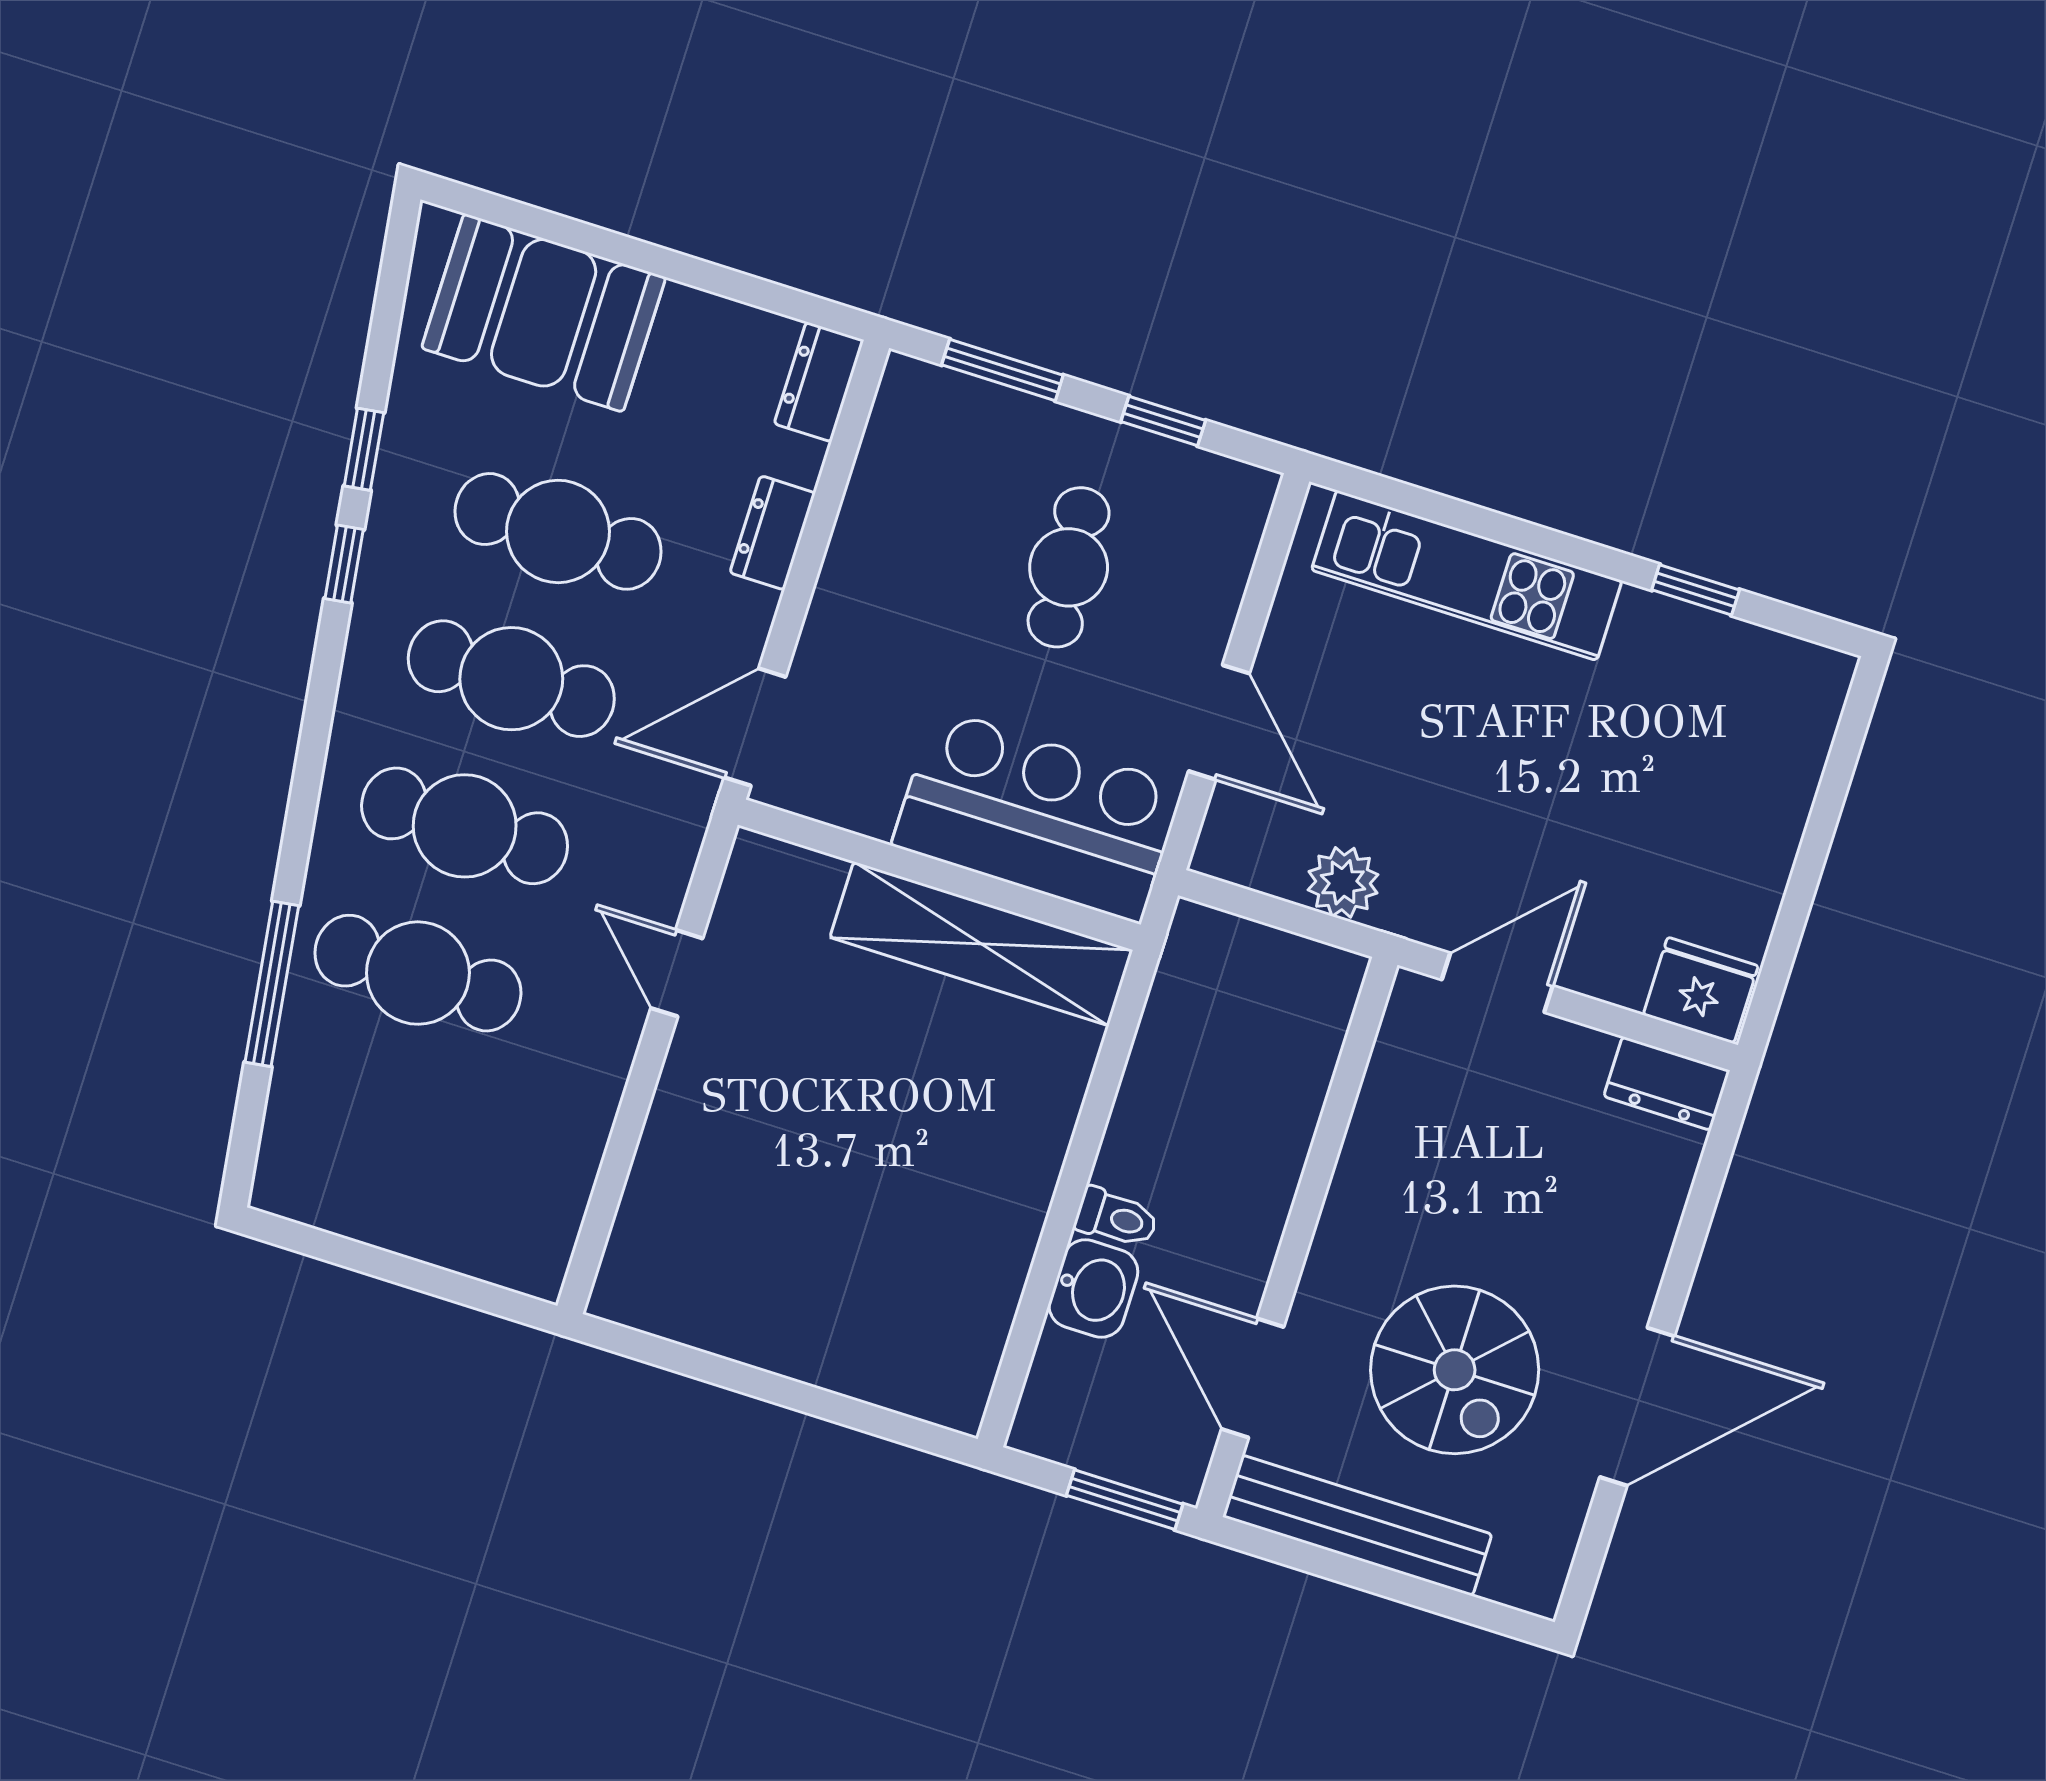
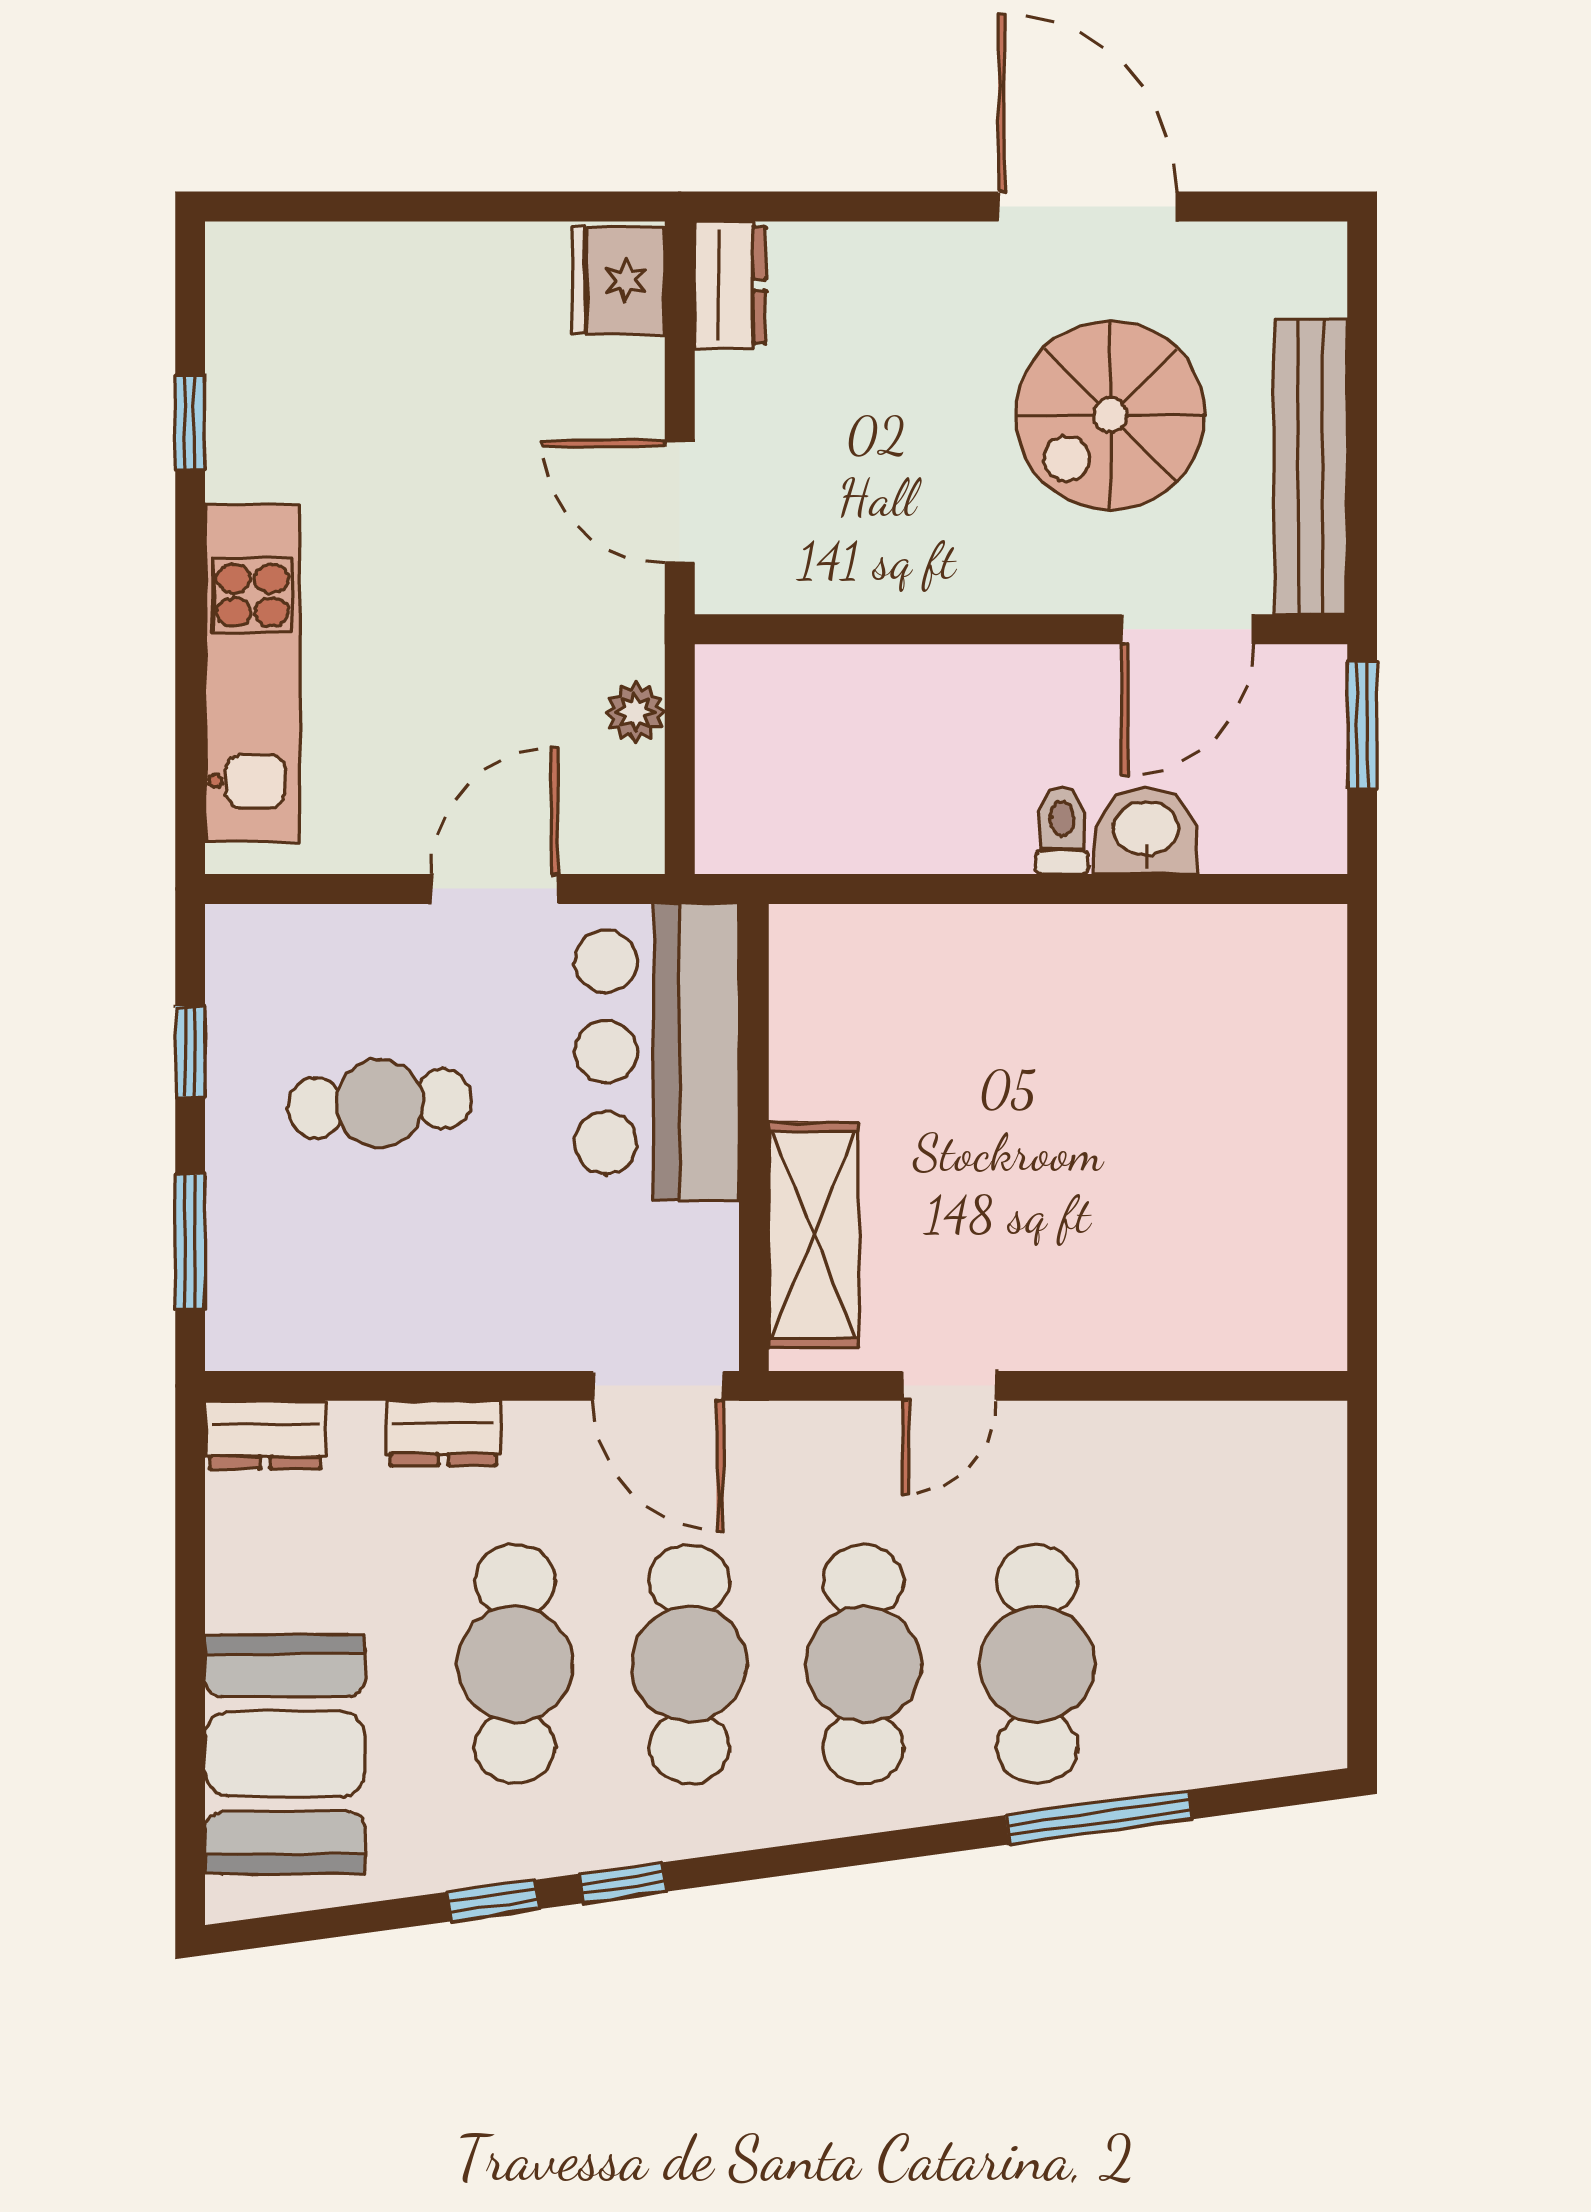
plant: (1343, 882) -> (635, 712), width x0.73, depth x0.73
shelving: (981, 944) -> (814, 1235), moved, width x0.68
spiral stairs: (1455, 1370) -> (1110, 415), turned 180

